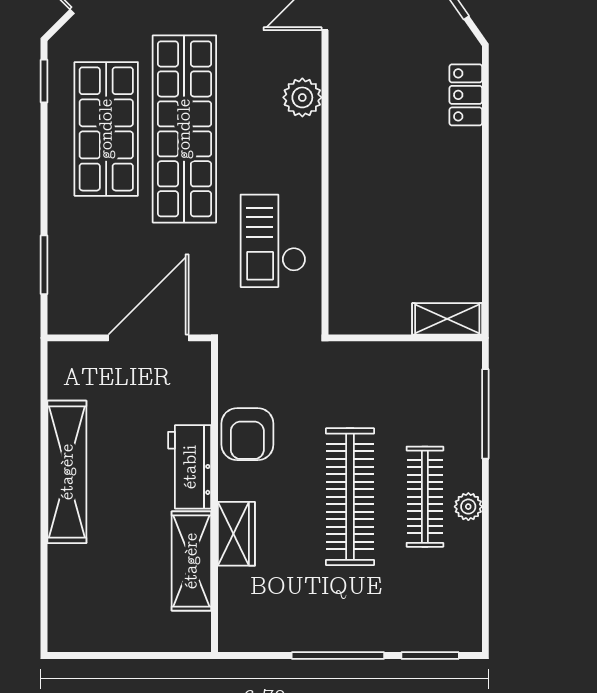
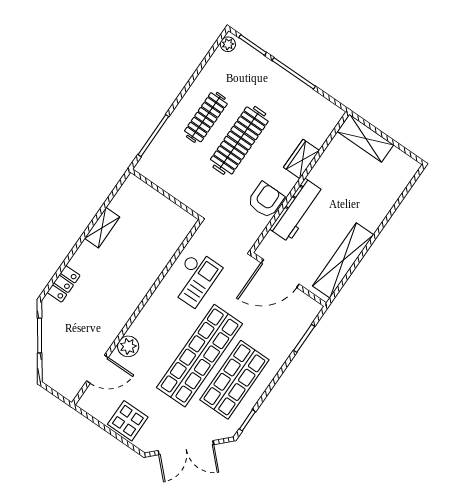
plant: (302, 97) -> (128, 346), moved
shelving: (447, 319) -> (102, 228), moved, turned 90
workbench: (190, 467) -> (297, 210), width x1.38
shelving: (67, 472) -> (343, 260), moved
plant: (468, 507) -> (228, 44), moved
shelving: (191, 561) -> (366, 138), moved, turned 90

